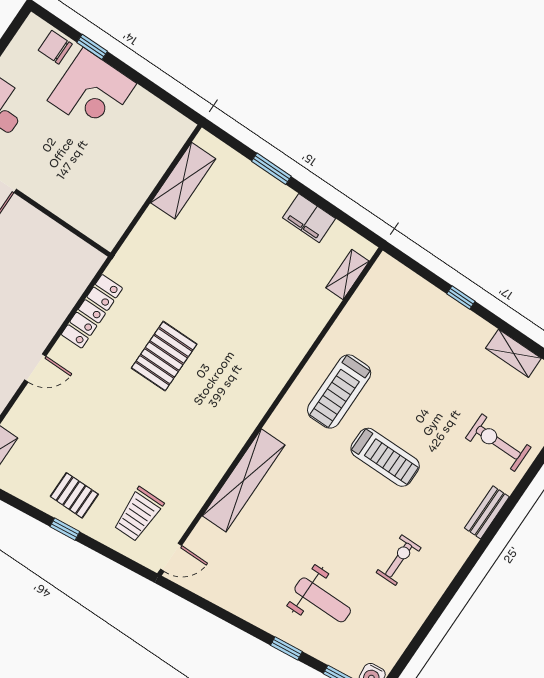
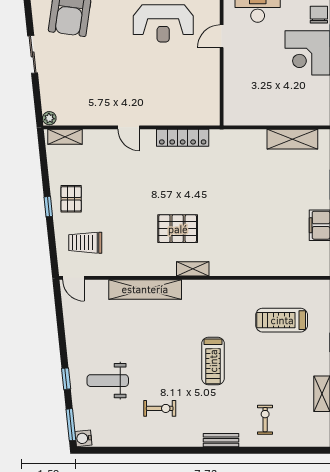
shelving: (348, 275) -> (193, 269), moved
pallet: (164, 356) -> (178, 229), moved
treadmill: (339, 391) -> (282, 320), moved
exercise bike: (498, 443) -> (265, 420), width x0.73, depth x0.72
weight bench: (323, 600) -> (108, 381), turned 90

